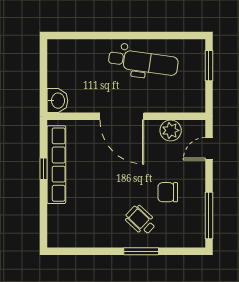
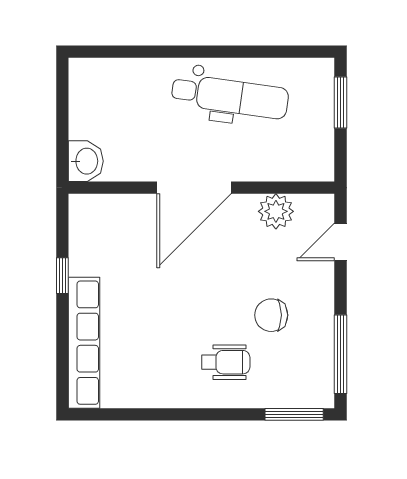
door: (122, 116) -> (194, 188), hinge flipped
row of seats: (56, 165) -> (84, 343), moved
wheelchair: (141, 220) -> (226, 362), turned 137
window: (141, 251) -> (294, 414), moved

